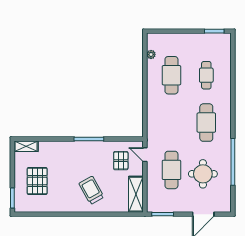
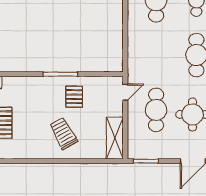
door: (145, 155) -> (125, 92), swing flipped
pallet: (121, 161) -> (74, 97), moved

